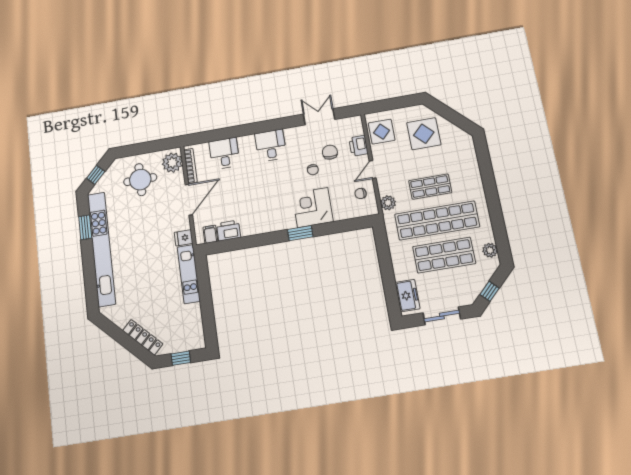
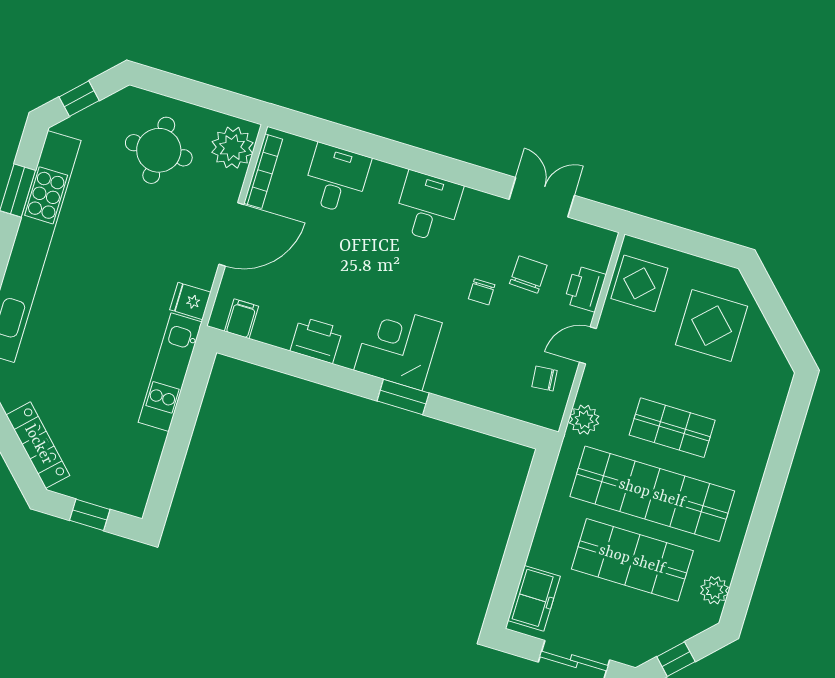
corner desk: (313, 208) -> (398, 347), moved
printer: (229, 231) -> (316, 340), moved

